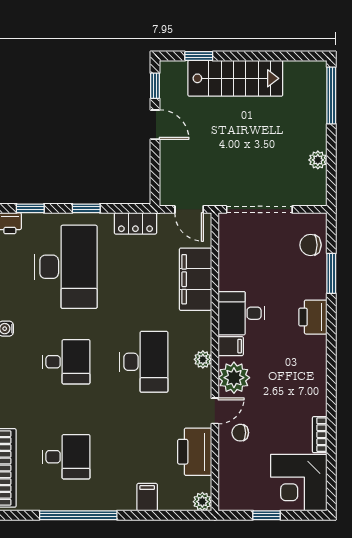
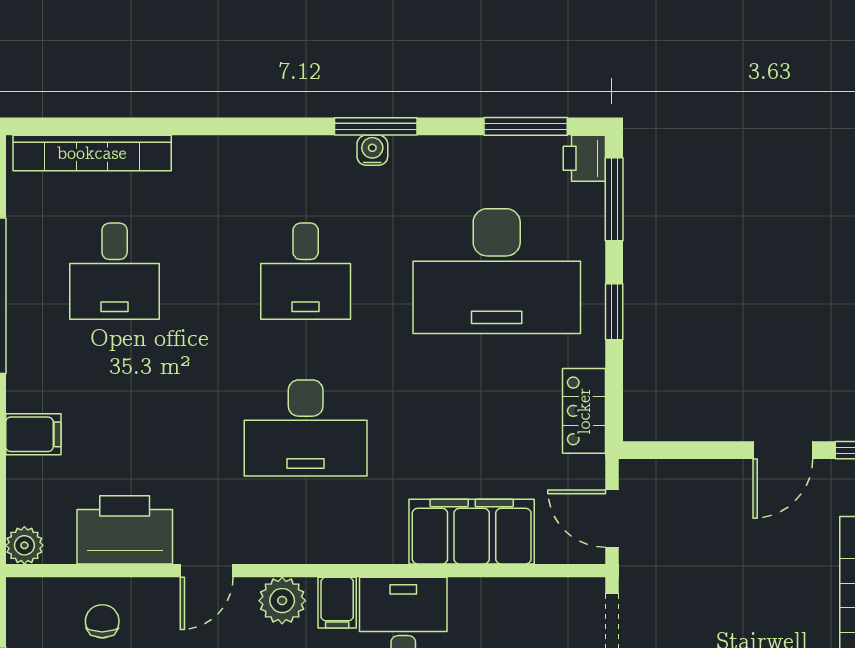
window: (30, 208) -> (614, 199), width x1.50
door: (189, 209) -> (612, 519), hinge flipped
plant: (203, 359) -> (310, 546), removed
plant: (234, 378) -> (282, 601), width x0.73, depth x0.73
door: (215, 411) -> (207, 571), hinge flipped
chair: (240, 433) -> (102, 621), moved

